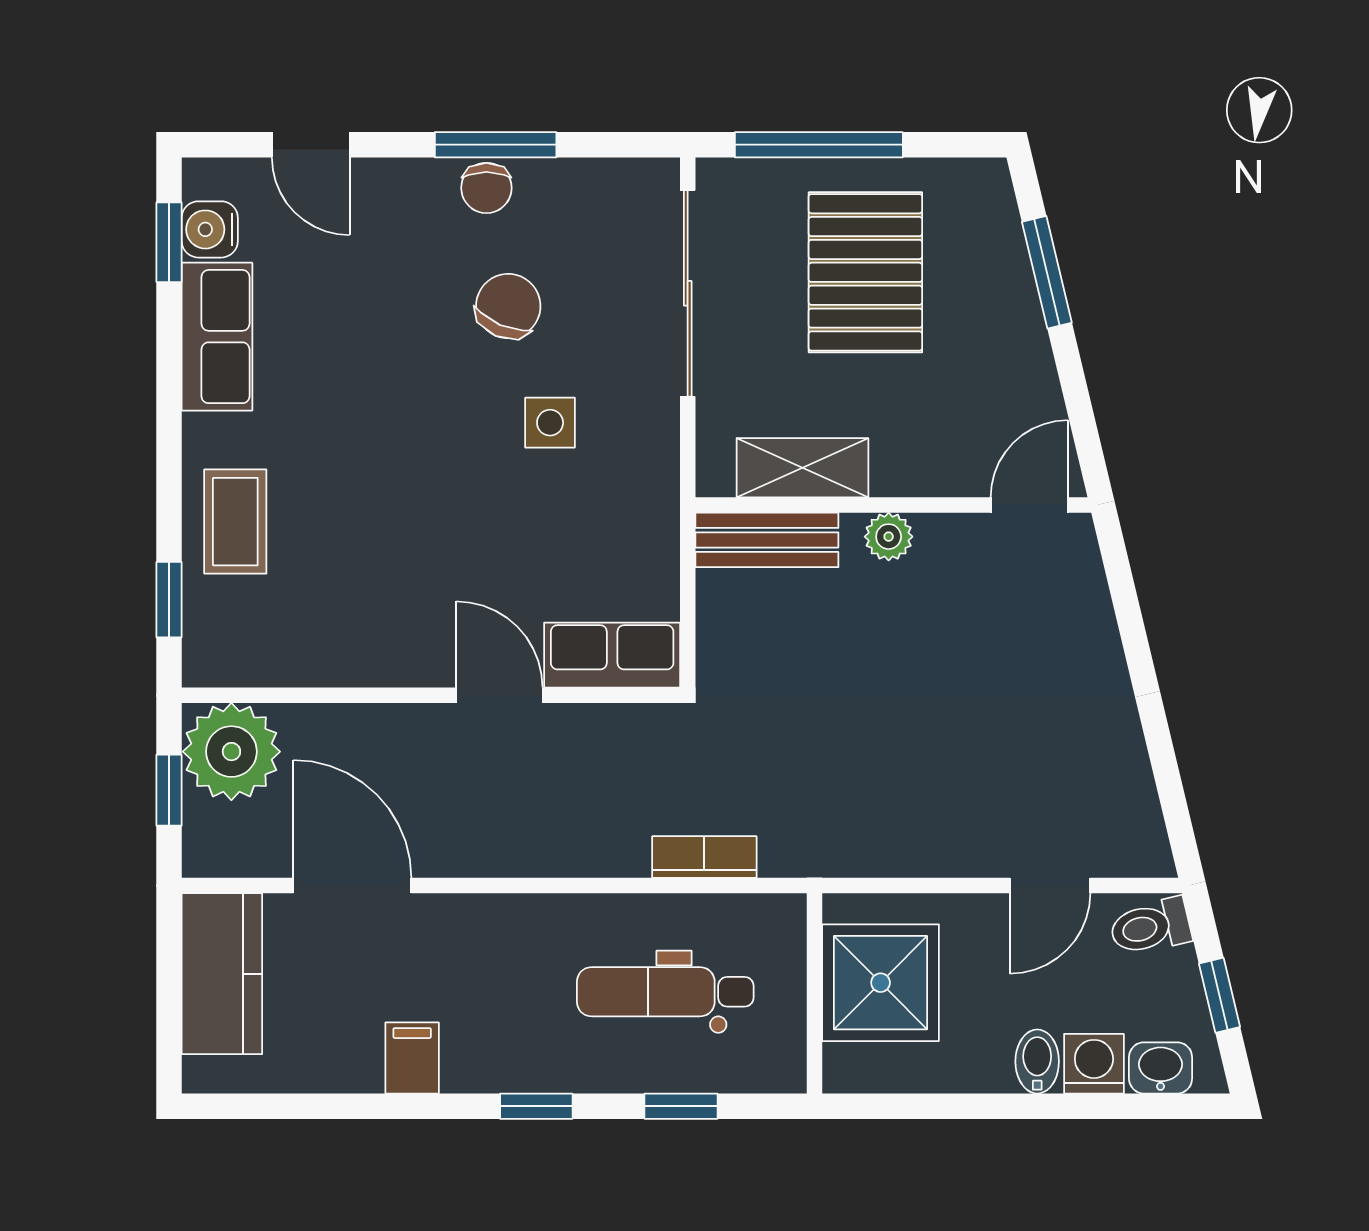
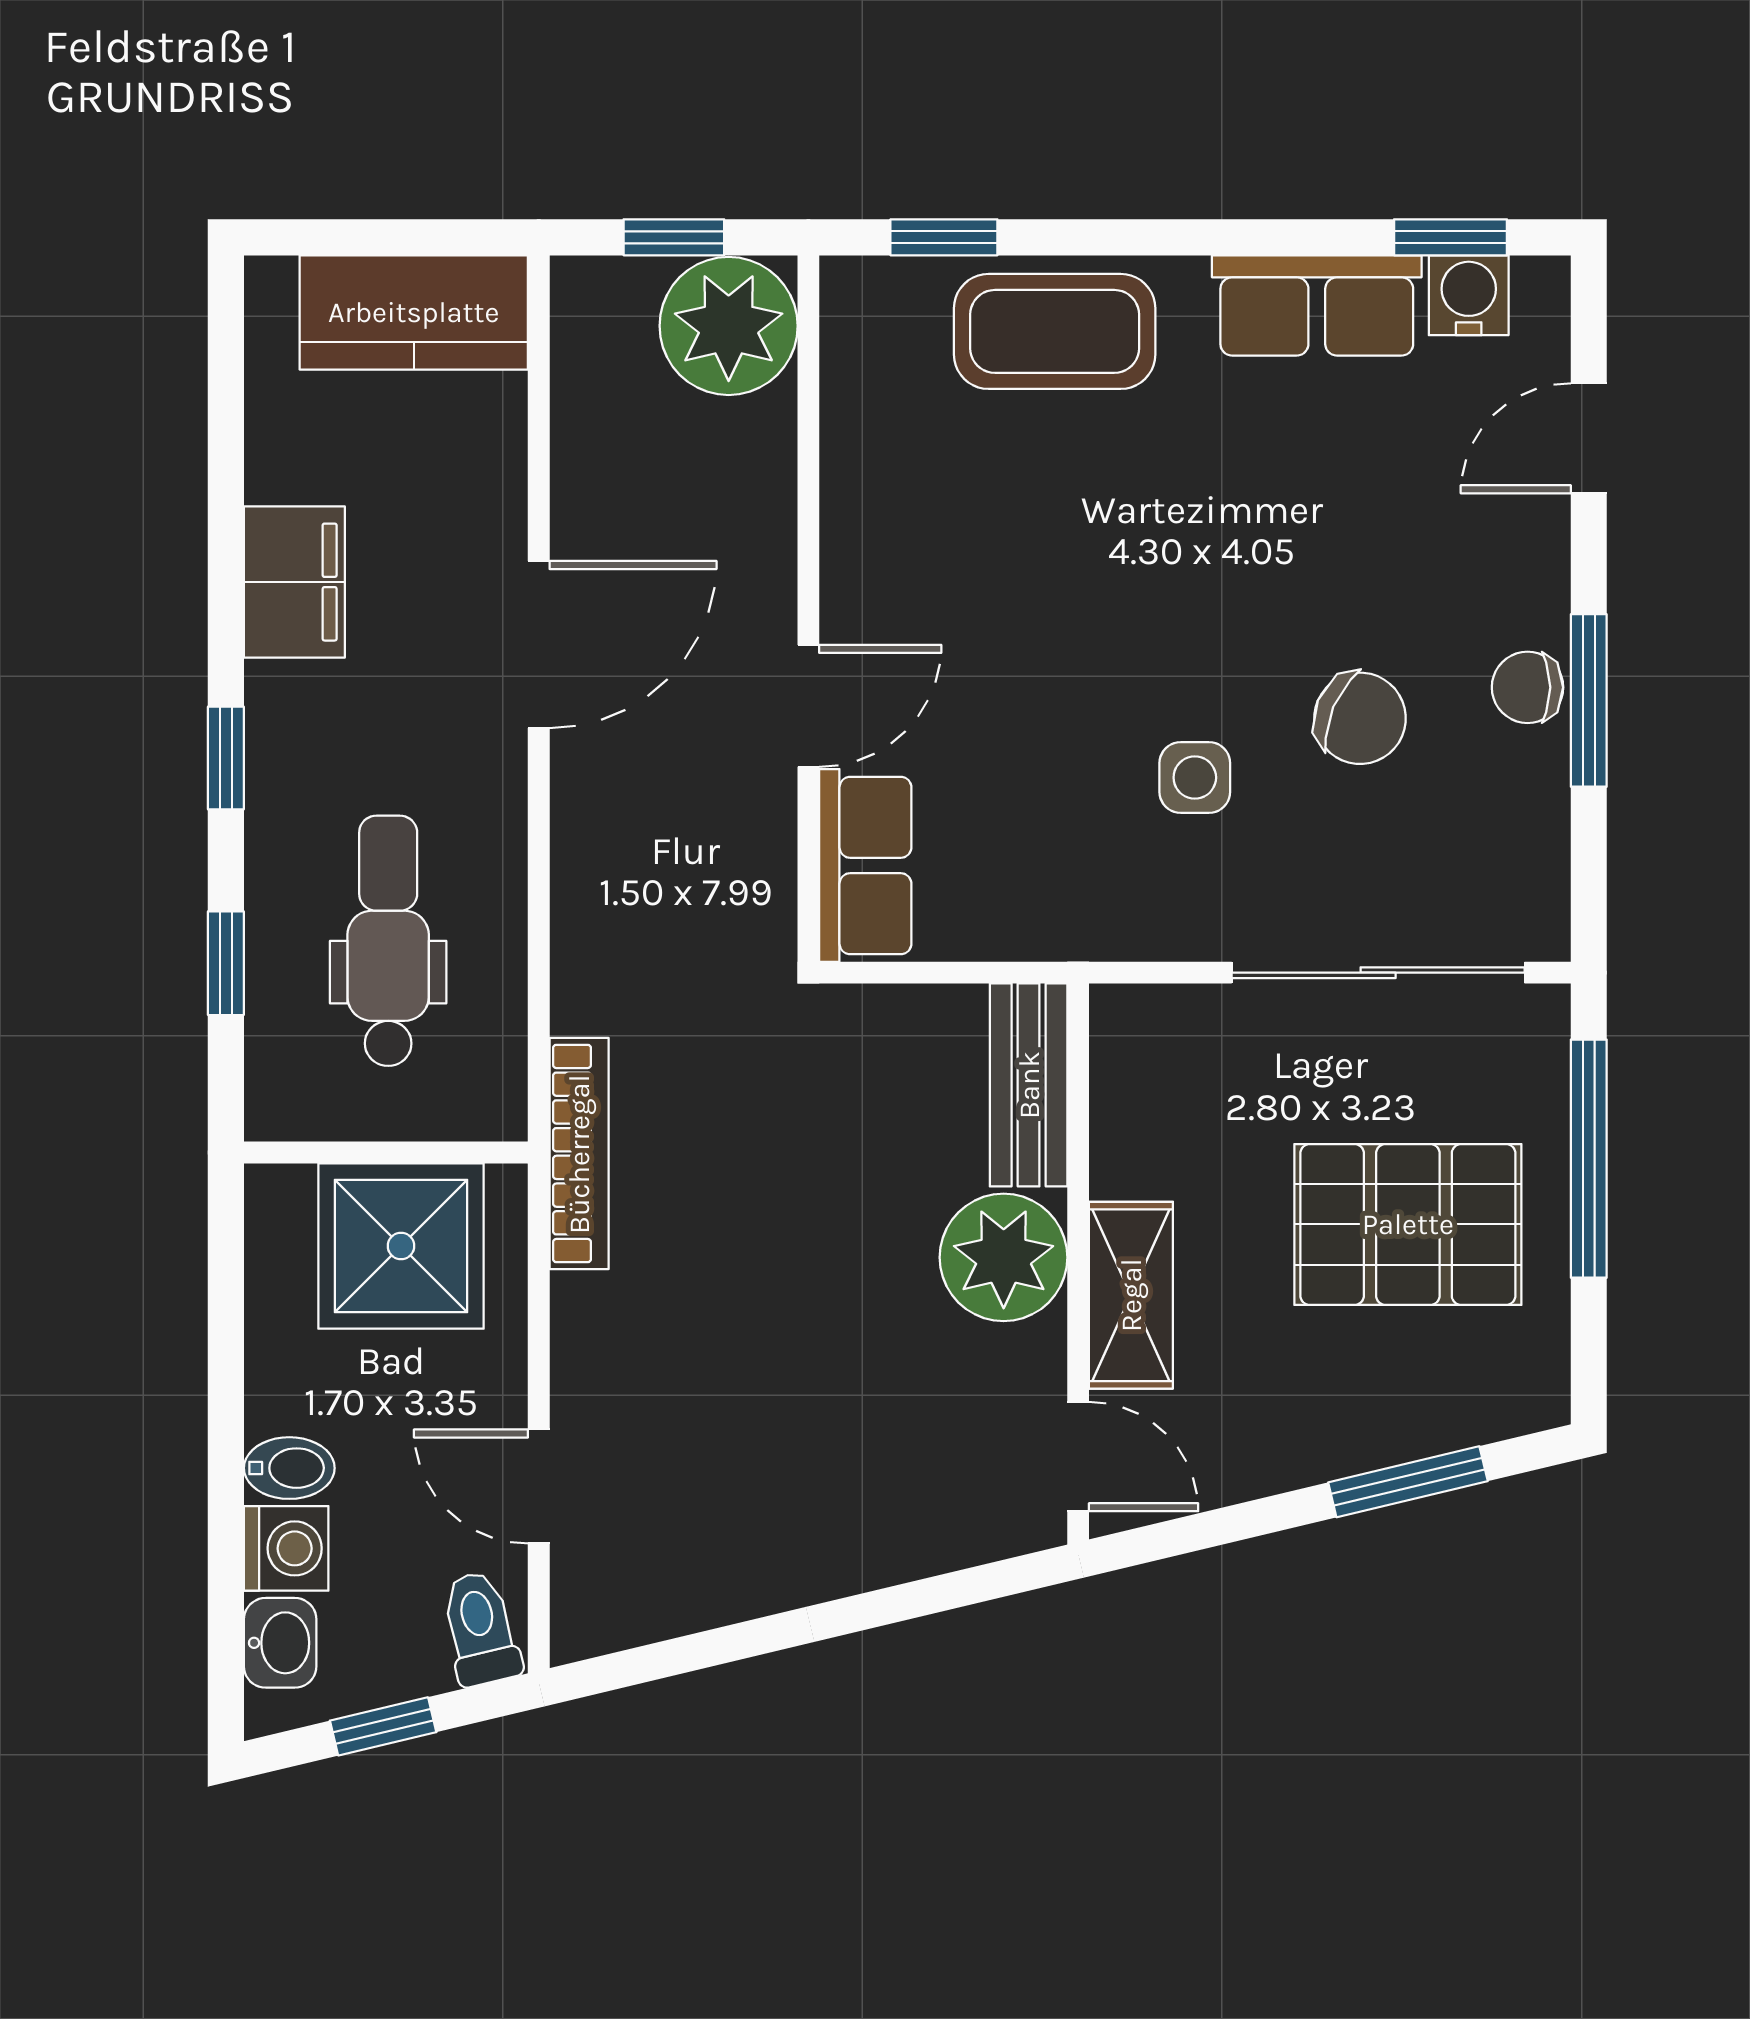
shelving: (802, 468) -> (1131, 1295), moved
coffee table: (235, 522) -> (1055, 331), width x1.36, depth x1.30
plant: (889, 537) -> (1004, 1257), width x1.87, depth x1.87
bookcase: (704, 857) -> (579, 1154), moved, width x1.56
door: (352, 886) -> (539, 645), moved
filing cabinet: (412, 1058) -> (294, 582), width x2.00

